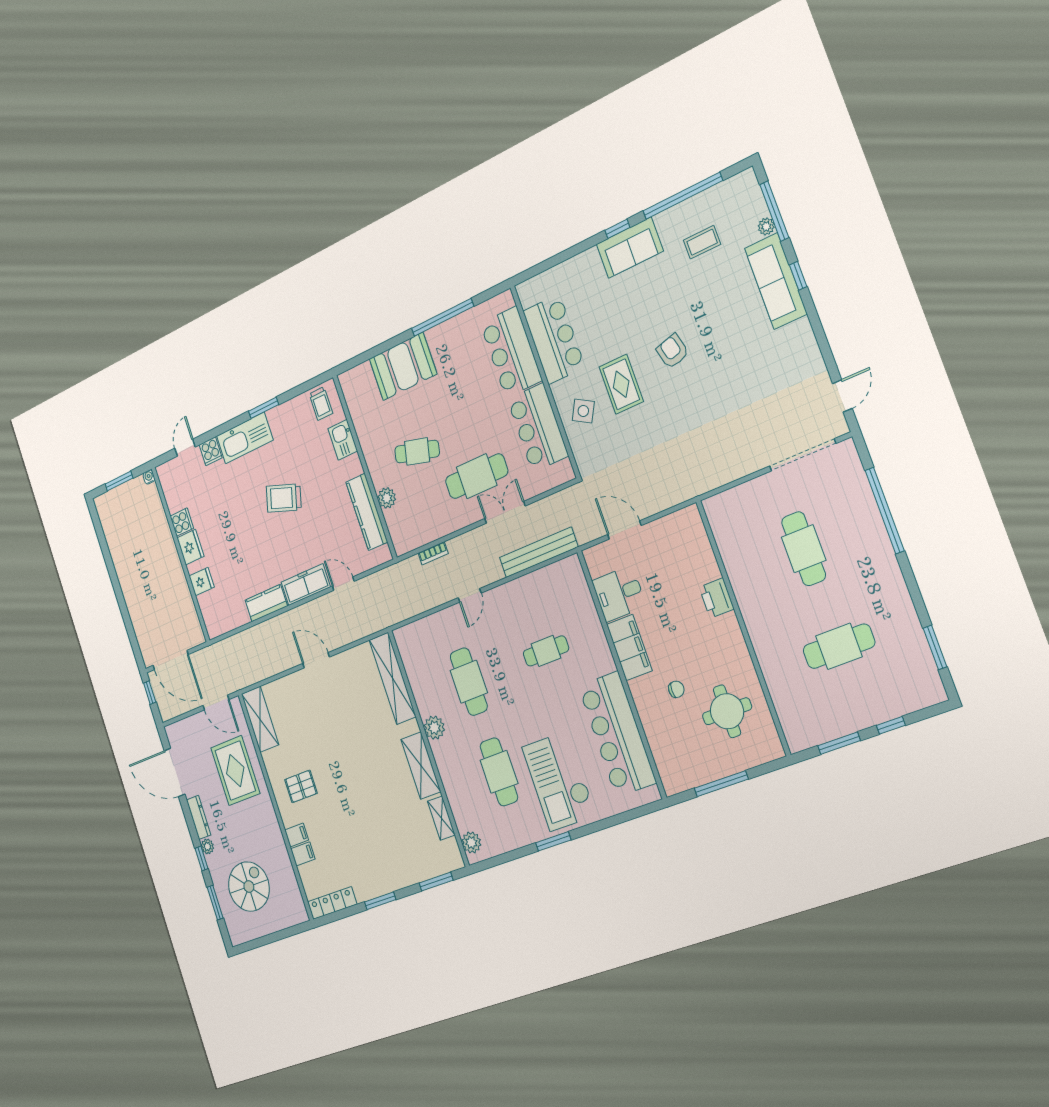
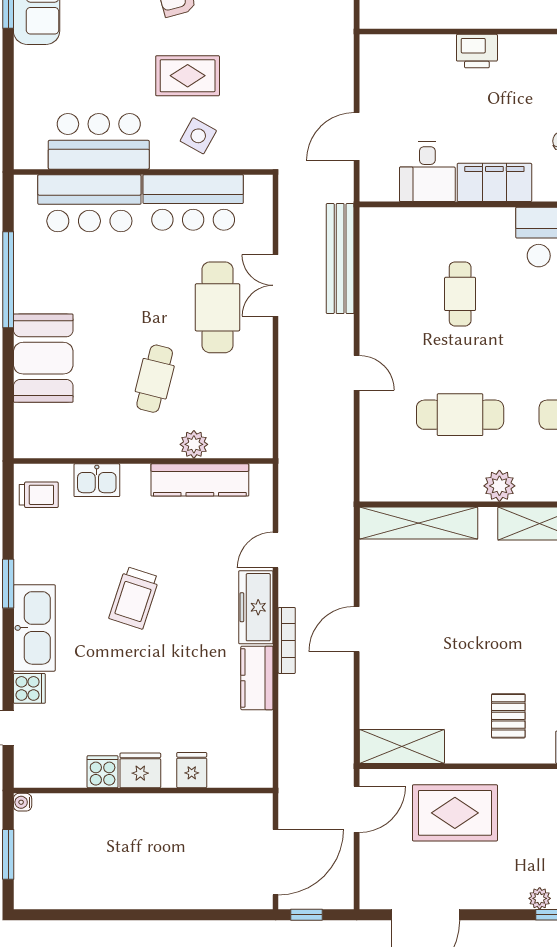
bookcase: (433, 553) -> (287, 640), moved, width x1.56
dresser: (199, 817) -> (497, 898), removed

